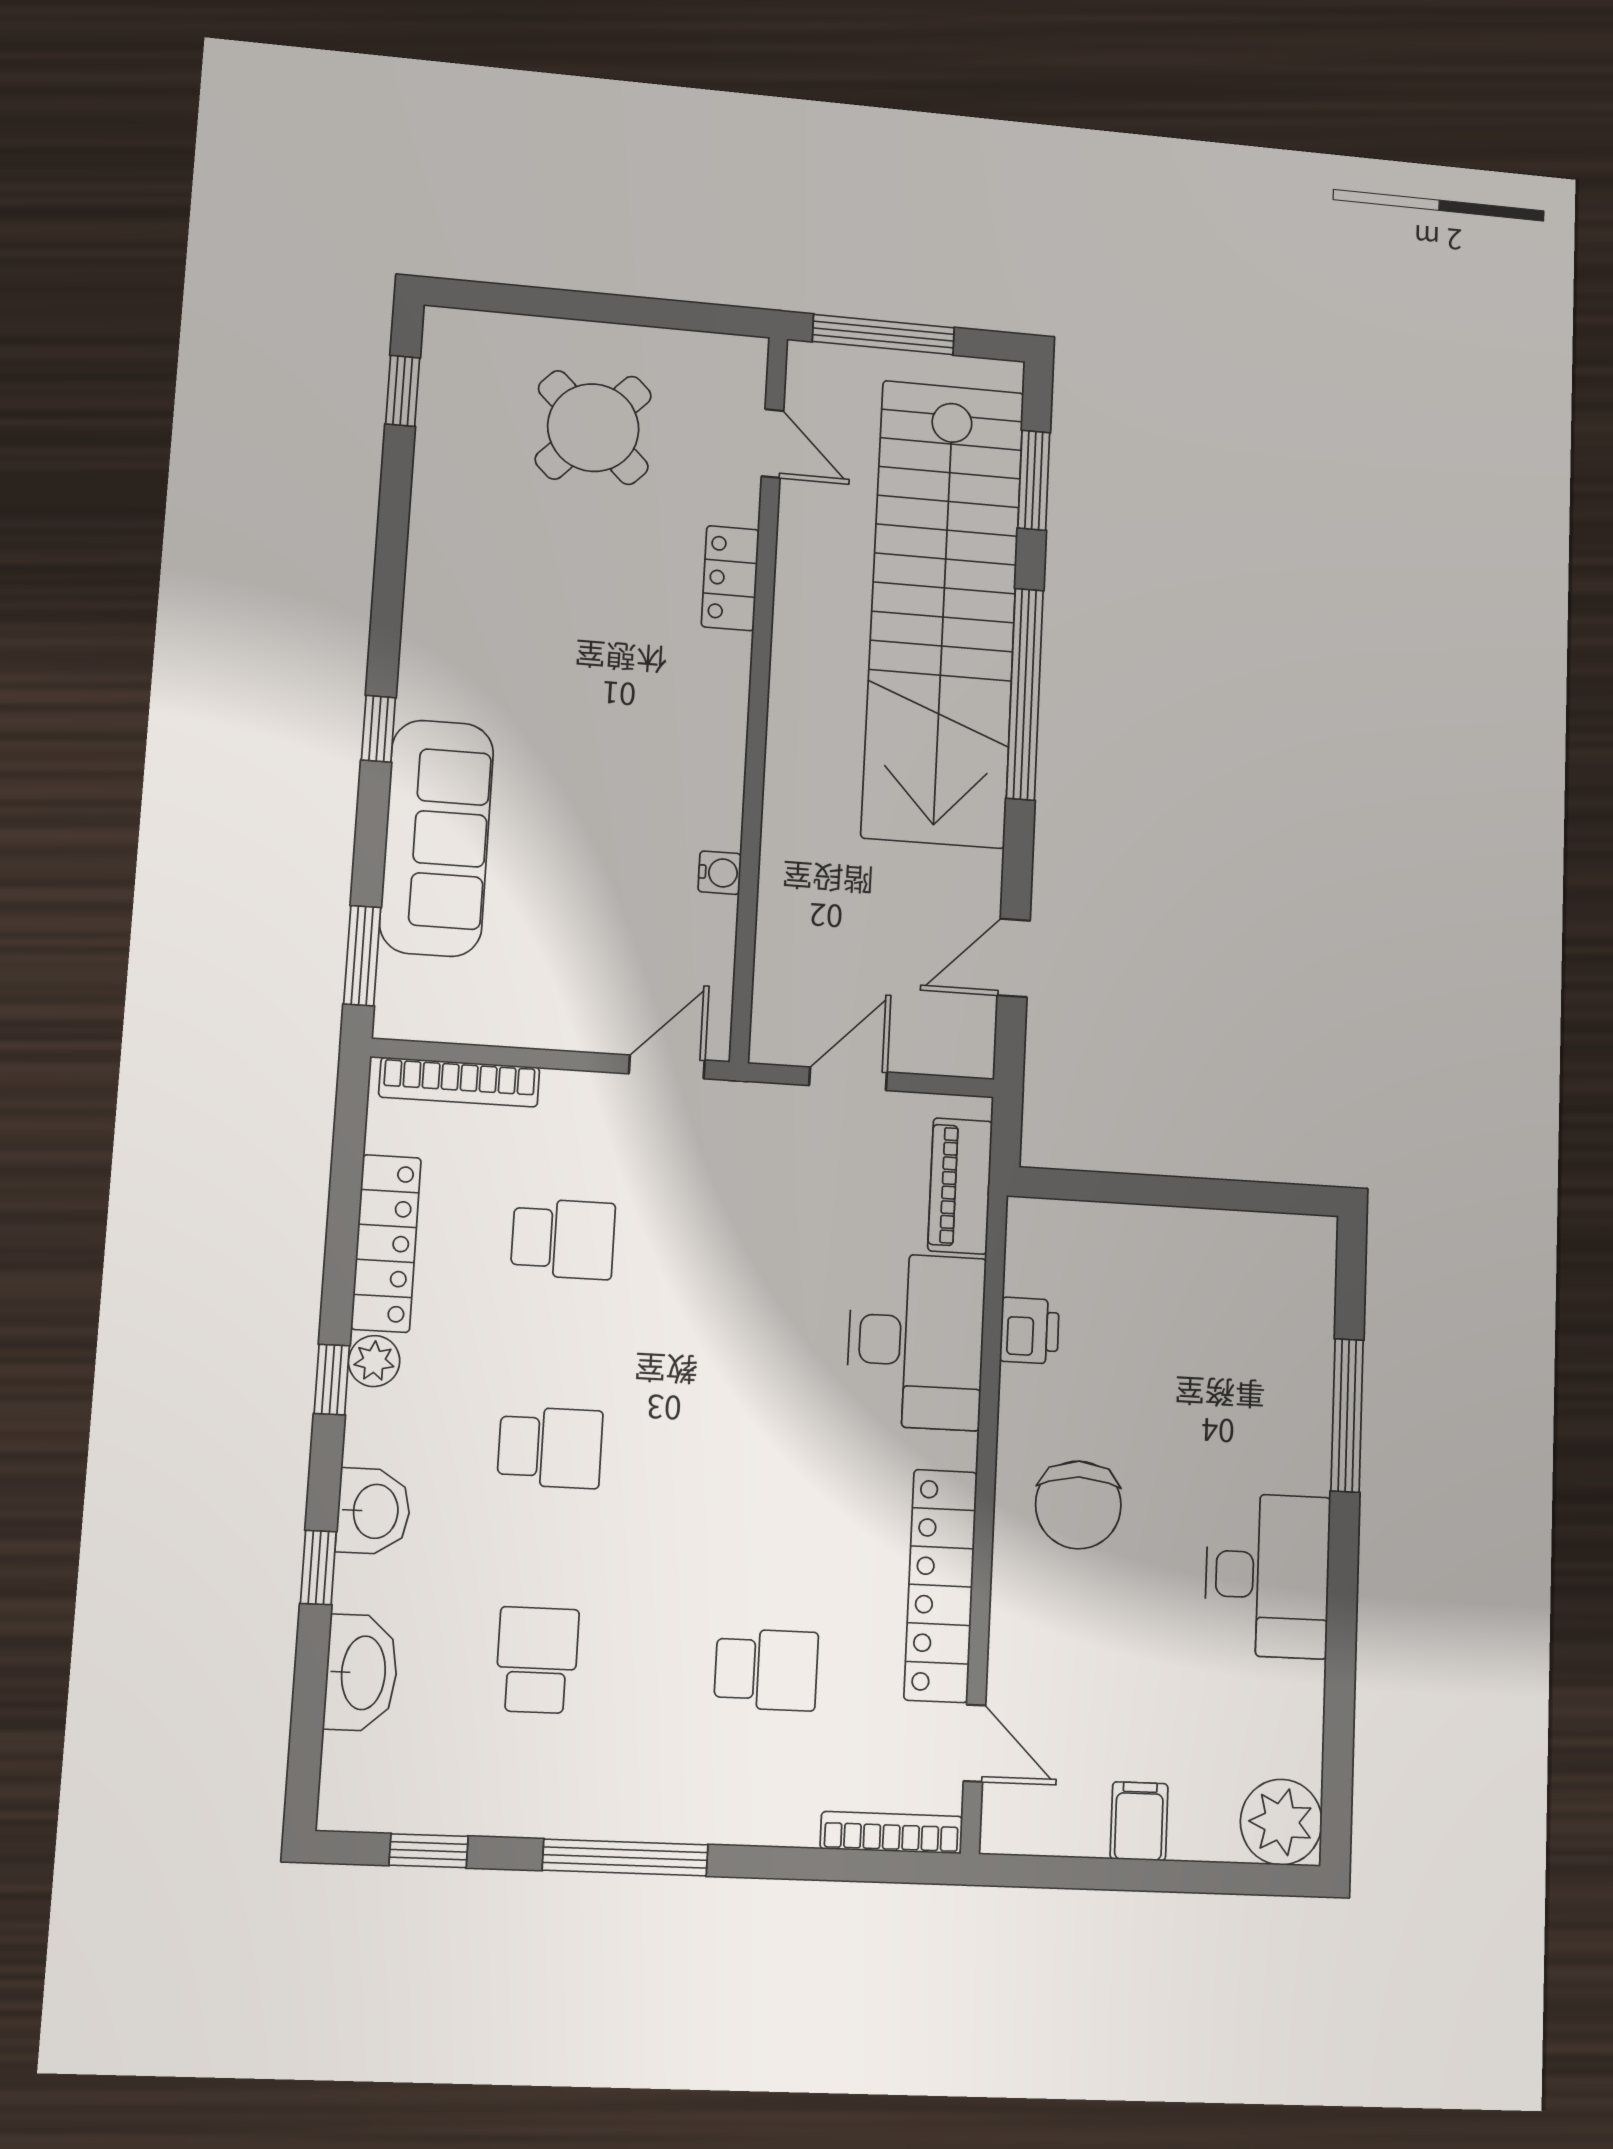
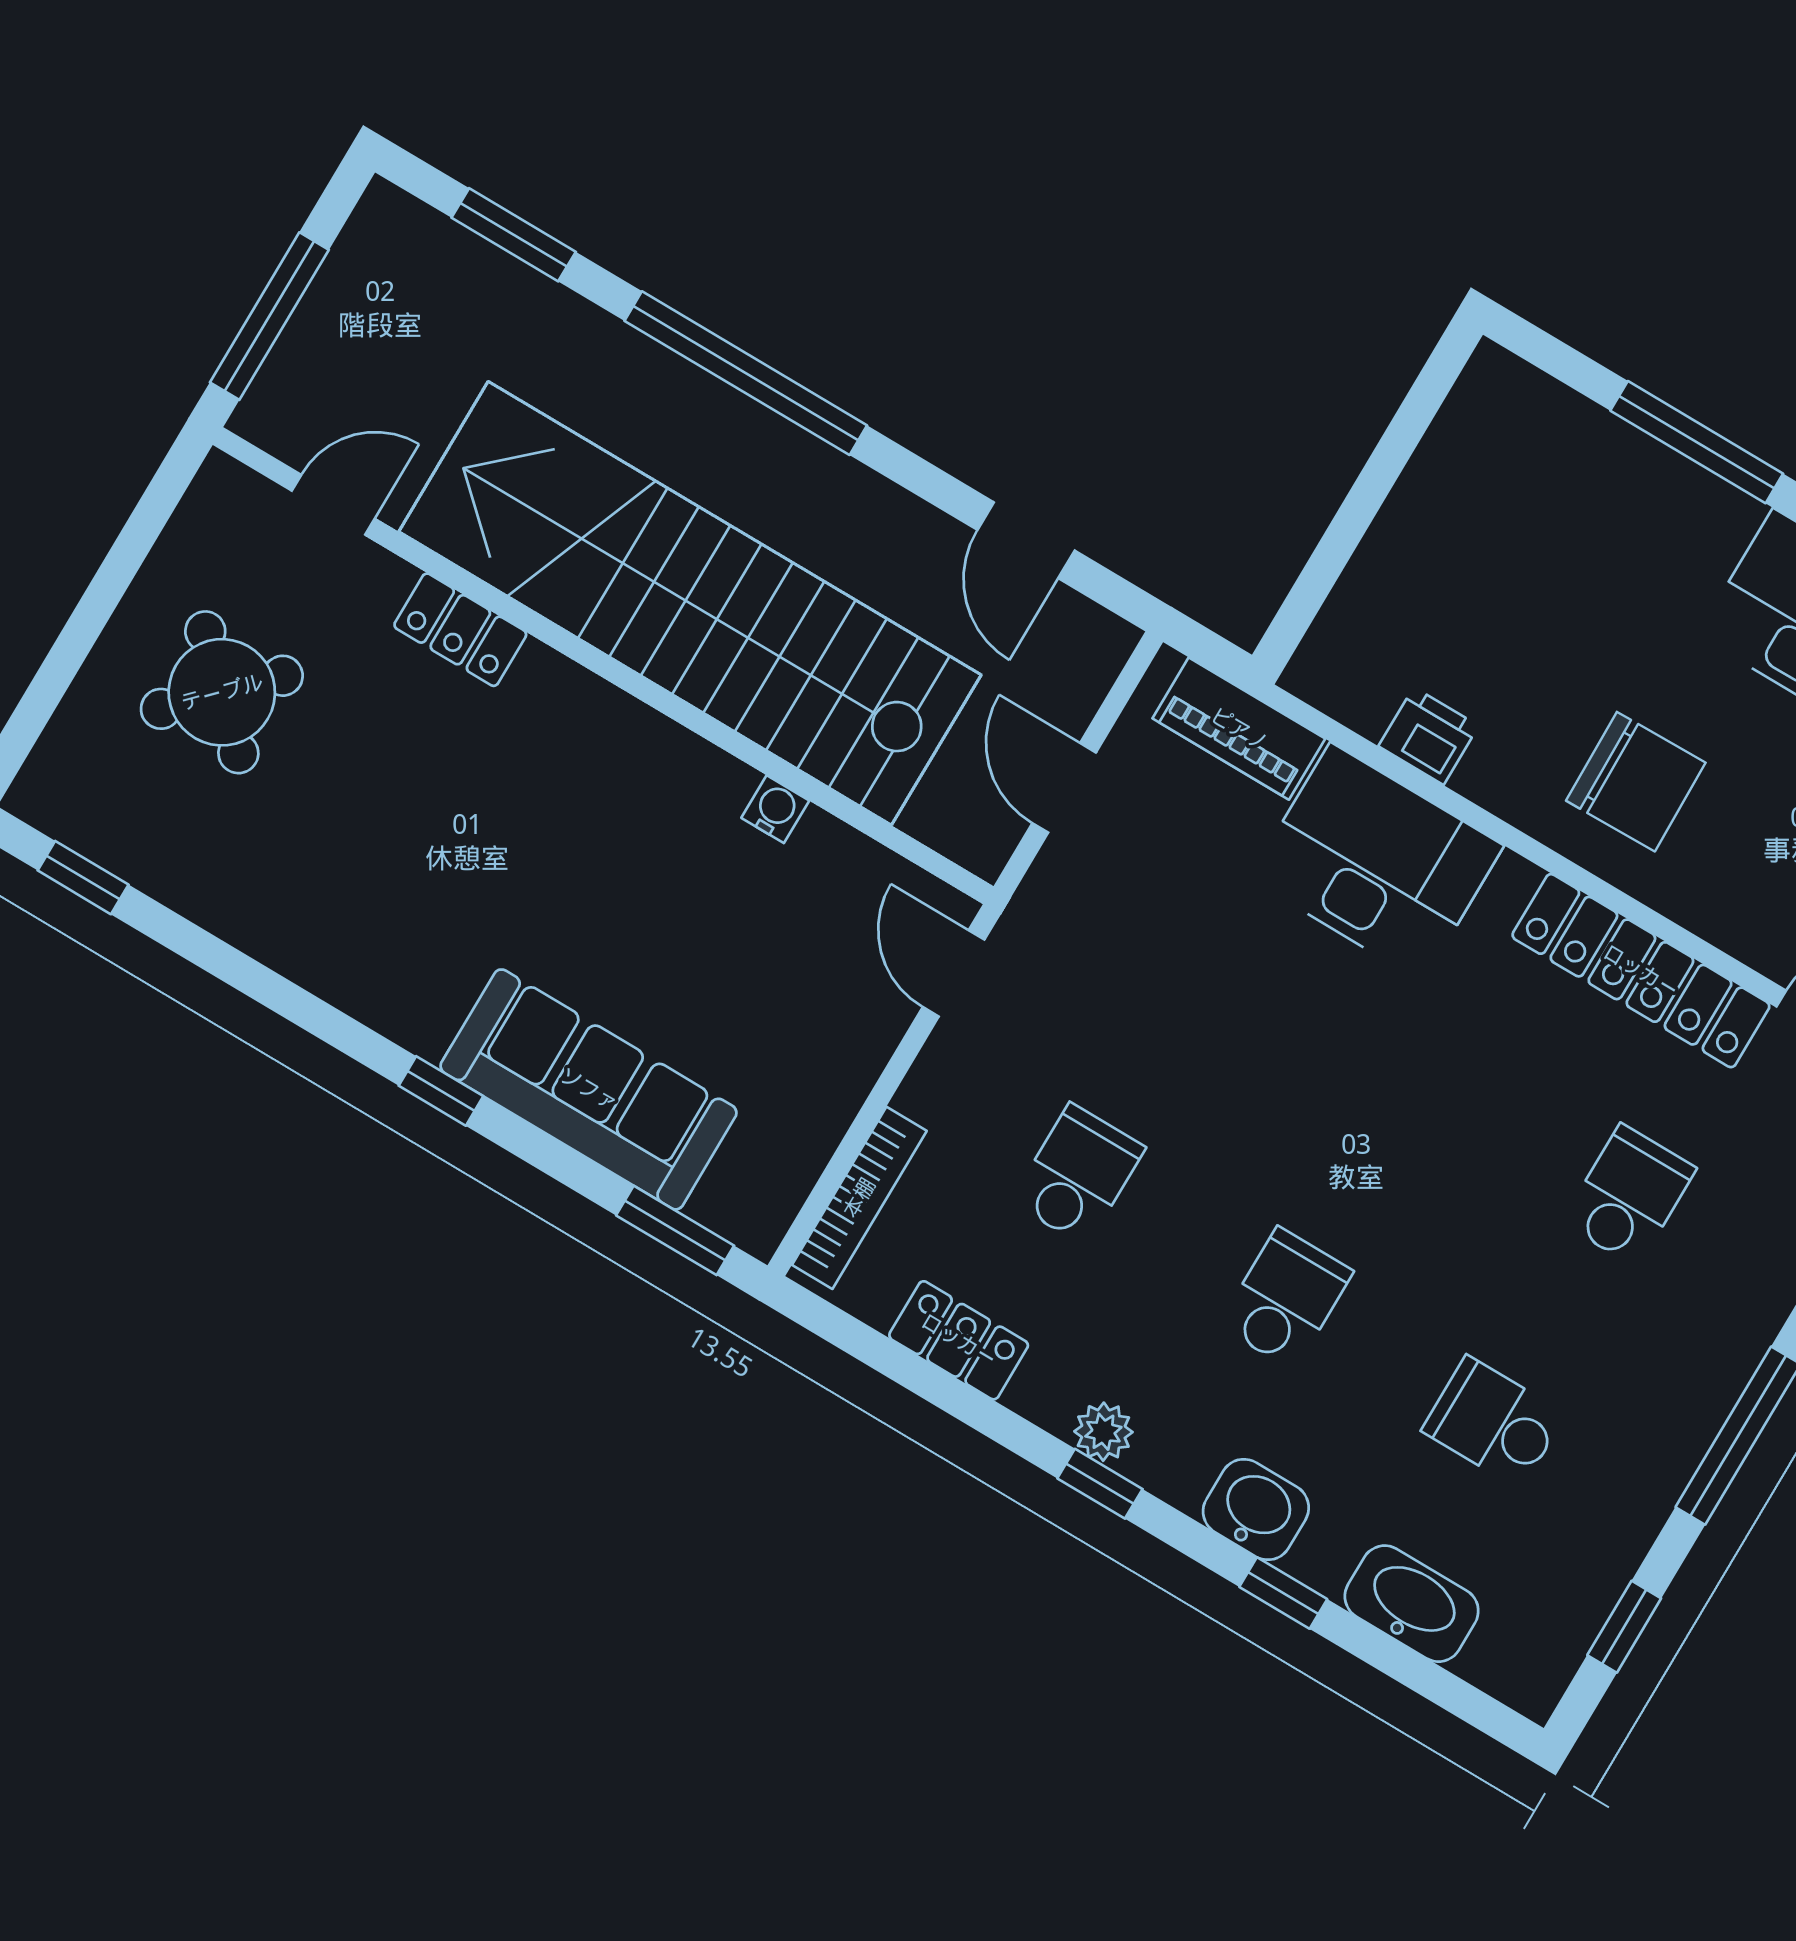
stairs: (943, 613) -> (690, 603), moved, turned 180
locker: (386, 1243) -> (959, 1340), width x0.66

